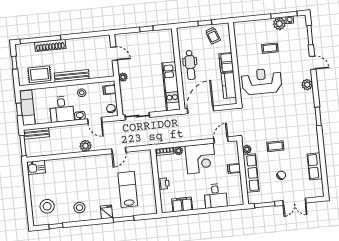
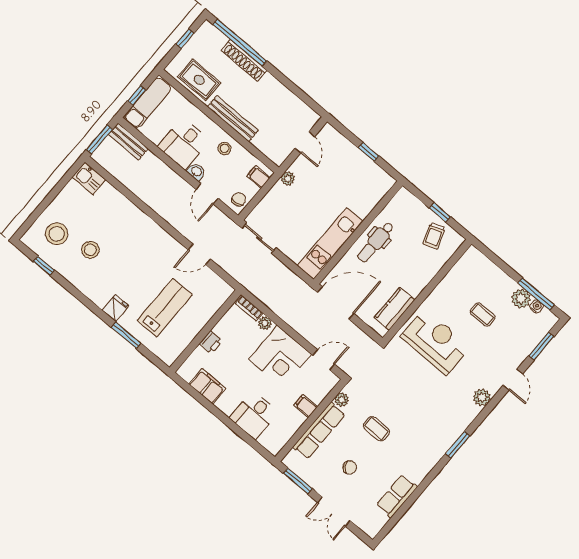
filing cabinet: (226, 63) -> (418, 281), removed
plant: (86, 146) -> (168, 211), removed
stool: (79, 208) -> (90, 250), moved

